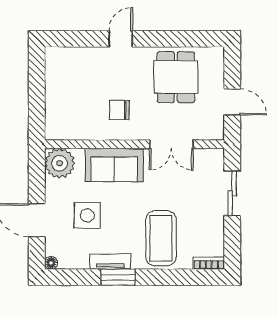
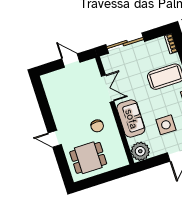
dining table: (176, 77) -> (88, 158), moved
door: (232, 102) -> (71, 61), hinge flipped
sliding door: (232, 193) -> (125, 43), width x1.37

